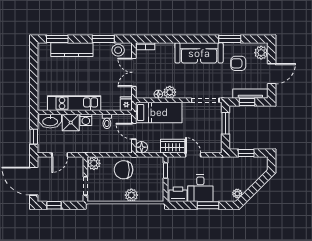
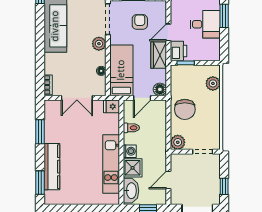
stool: (118, 50) -> (52, 115), removed
plant: (170, 92) -> (99, 44), moved
armchair: (202, 129) -> (140, 22), added
door: (60, 155) -> (168, 180), swing flipped
printer: (178, 194) -> (179, 51), moved, turned 180
plant: (131, 195) -> (213, 83), moved

